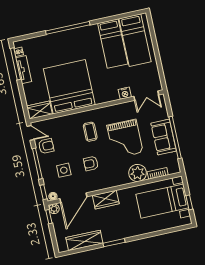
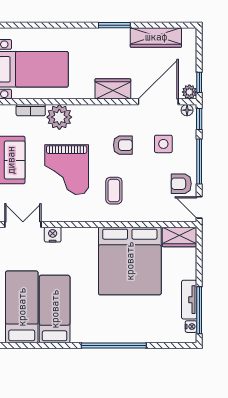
grand piano: (125, 139) -> (67, 170), turned 180

